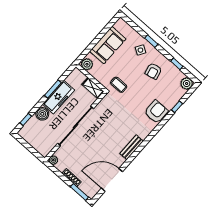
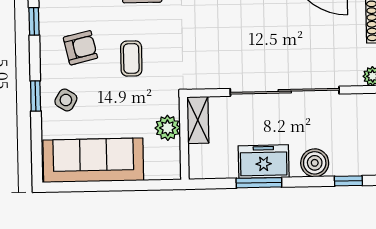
sofa: (108, 45) -> (93, 160), width x1.36
plant: (87, 64) -> (168, 128), moved
coffee table: (119, 85) -> (131, 58), moved
freezer: (59, 97) -> (264, 162), width x0.71

